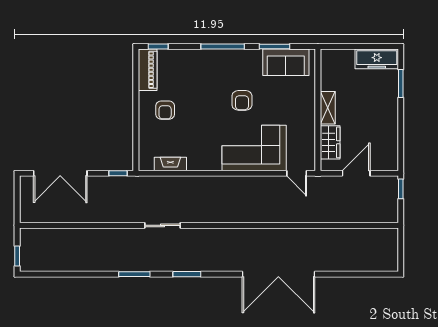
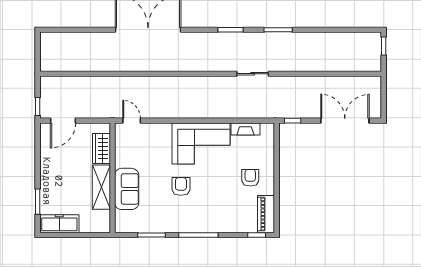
sofa: (286, 62) -> (127, 189), moved, turned 90
shelving: (328, 108) -> (101, 187), width x1.50, depth x1.33
corner sofa: (254, 148) -> (201, 143), moved
door: (356, 173) -> (63, 121), moved

